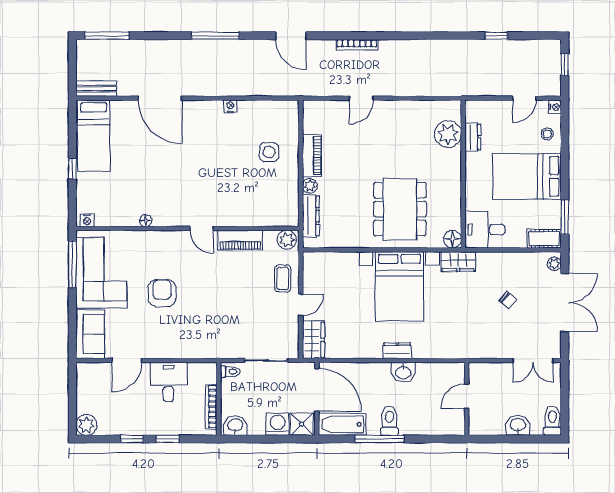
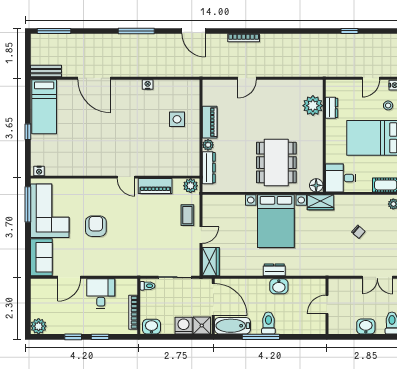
floor lamp: (146, 221) -> (83, 171), removed

